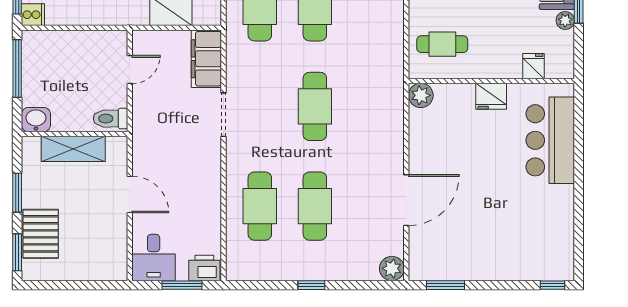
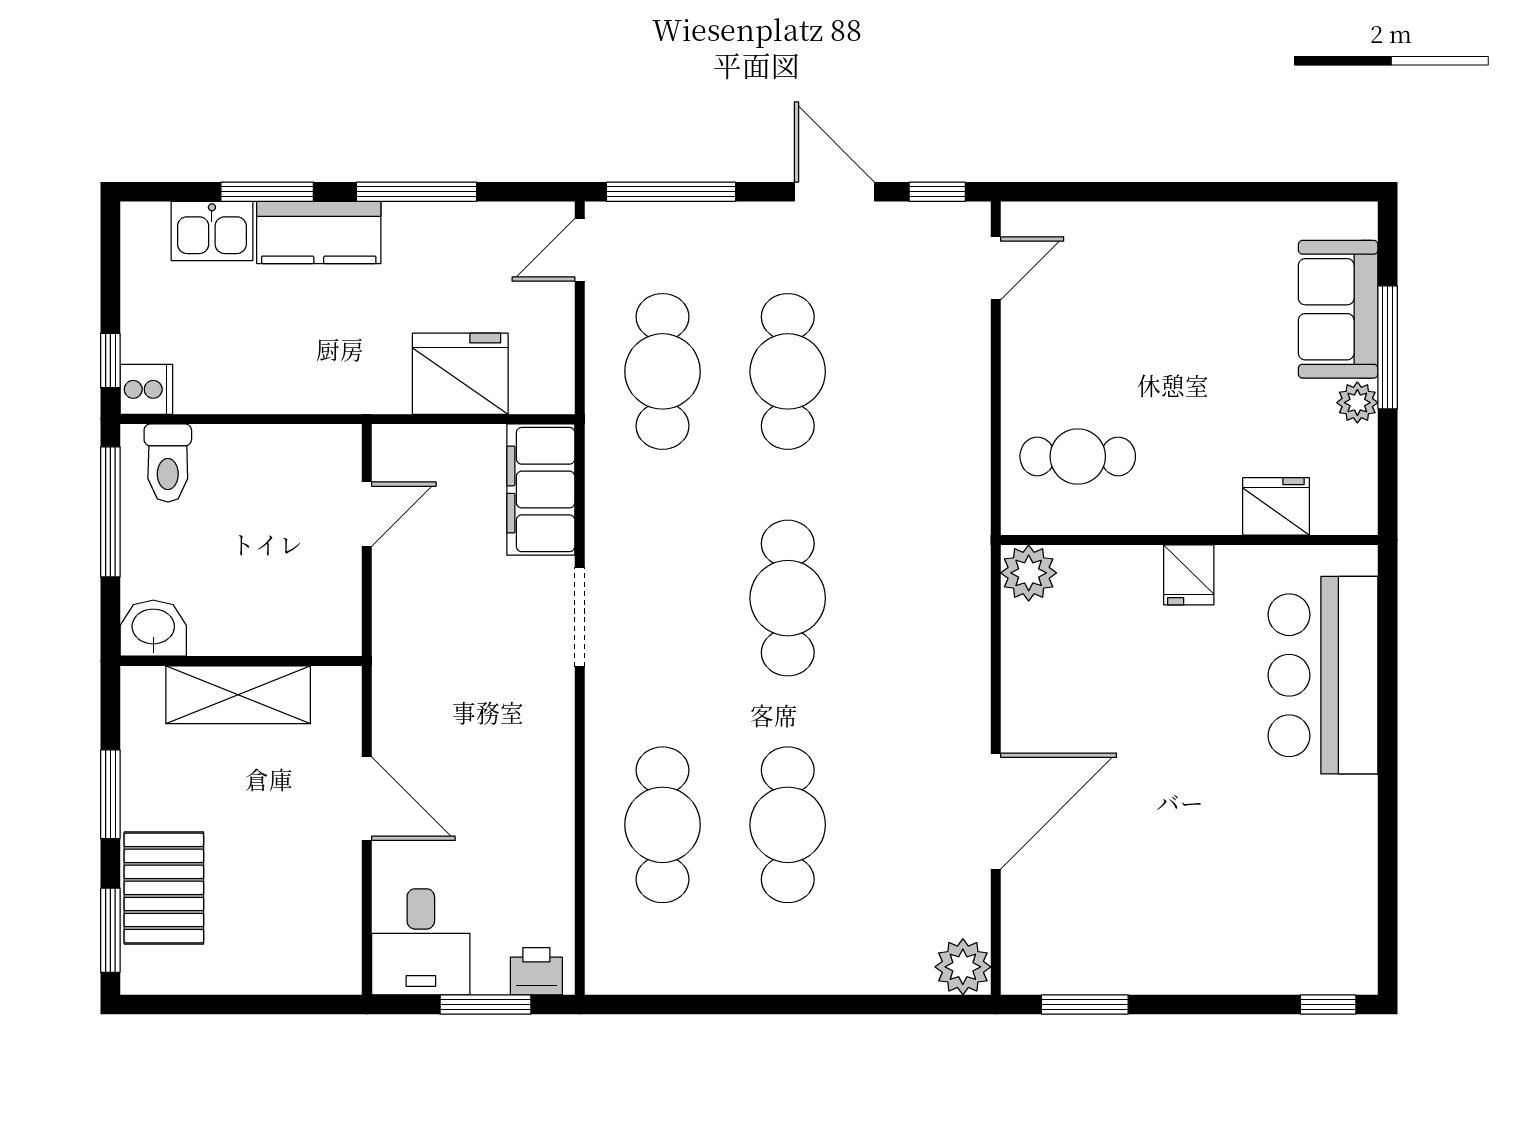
fridge: (534, 66) -> (1276, 506), width x1.38
fridge: (491, 96) -> (1189, 575), width x0.72
toilet: (111, 119) -> (168, 463), moved, turned -90
printer: (204, 268) -> (536, 971), width x0.73, depth x0.81
window: (311, 285) -> (780, 1004), removed

